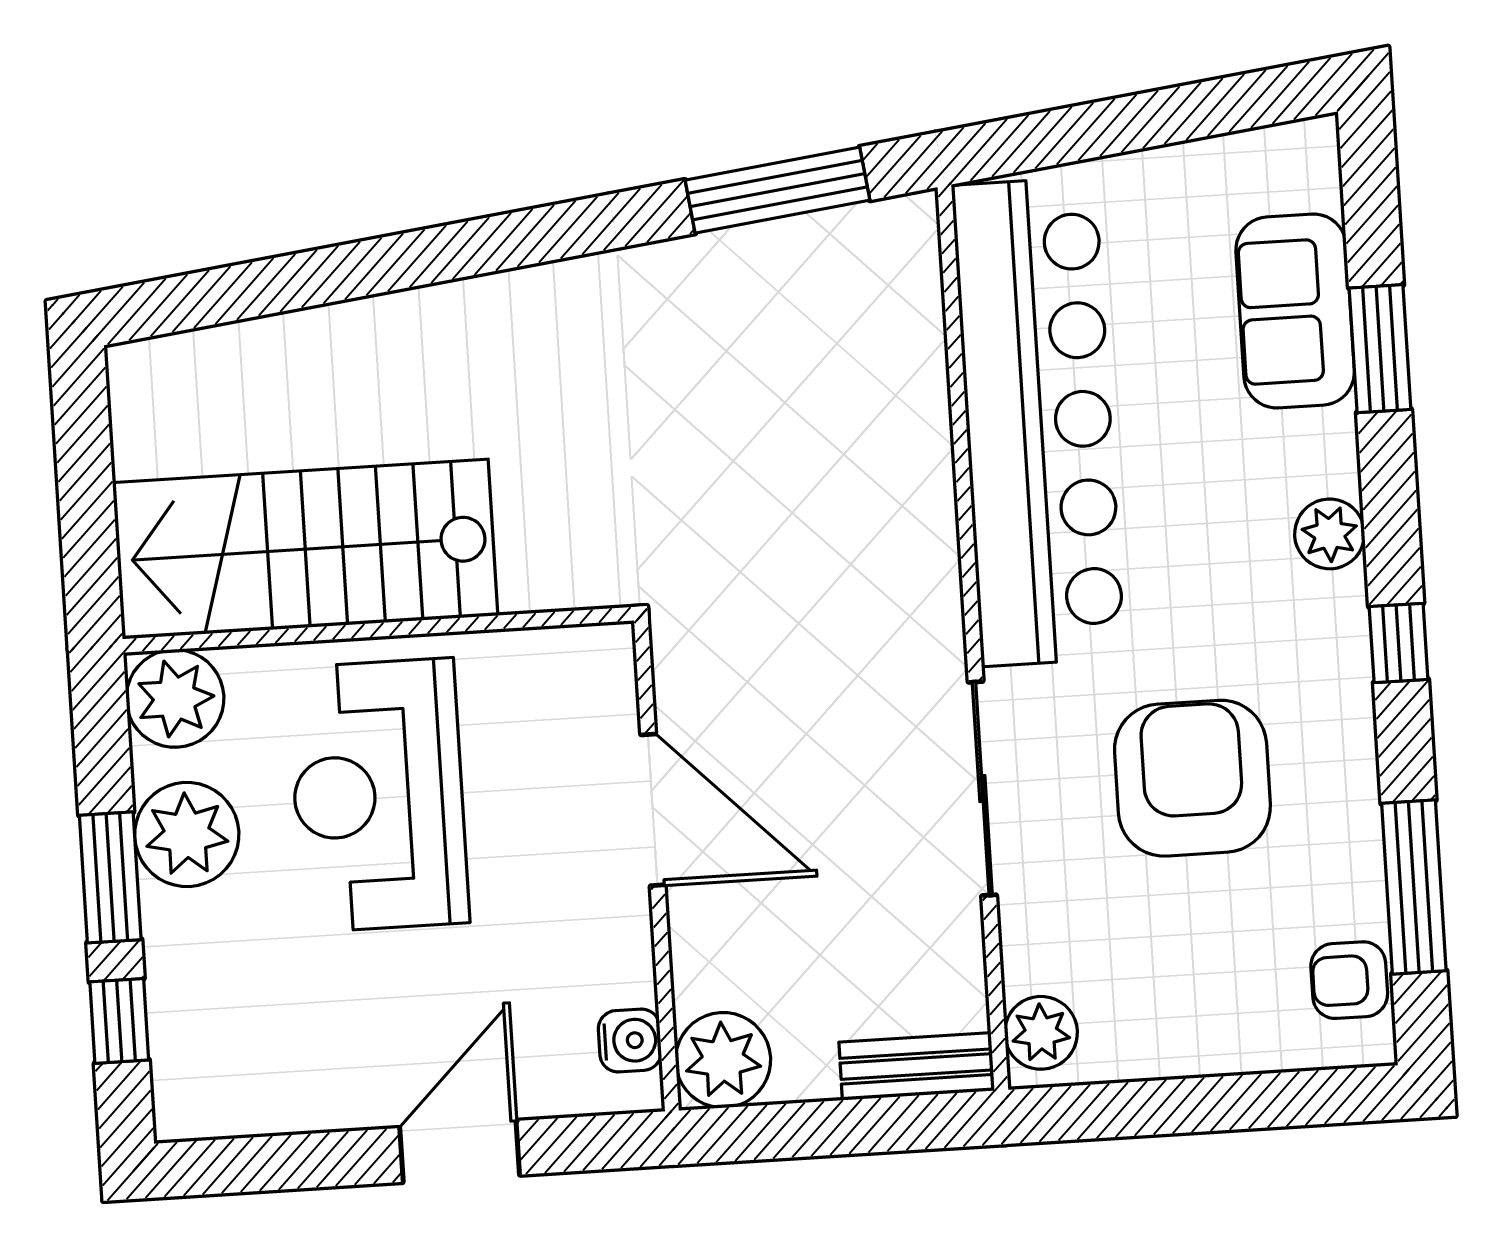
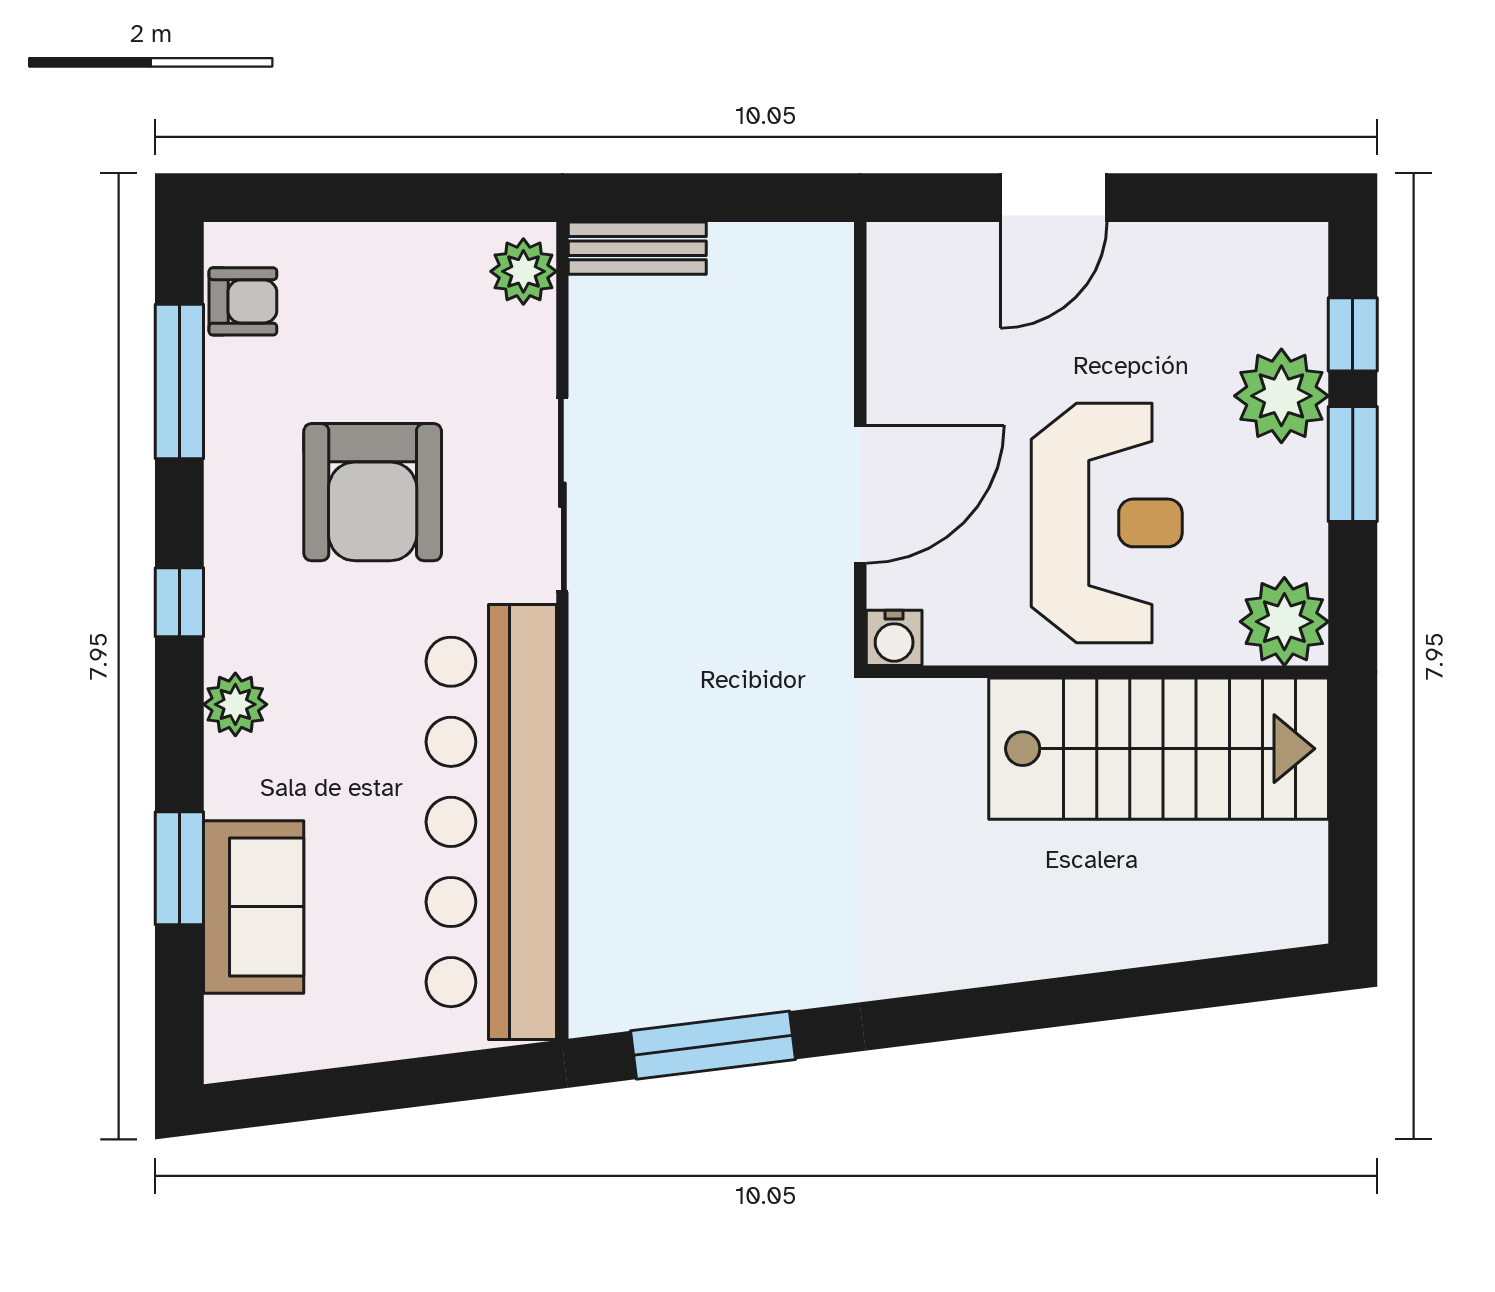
door: (653, 810) -> (860, 494), swing flipped
plant: (187, 834) -> (1281, 396), moved
water cooler: (630, 1040) -> (894, 638), moved, turned -90
plant: (723, 1060) -> (811, 265), removed

